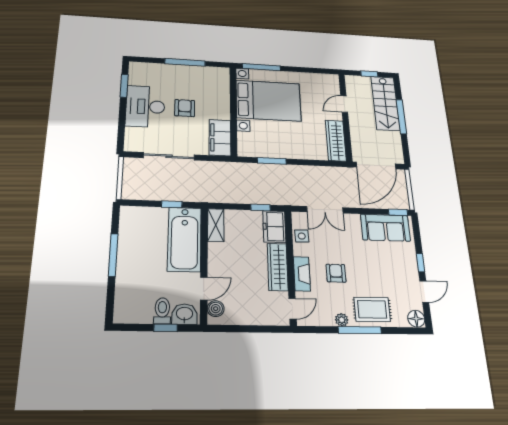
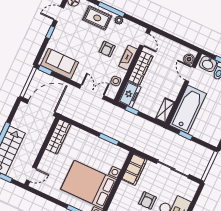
door: (344, 104) -> (31, 174), moved
door: (204, 288) -> (190, 74), hinge flipped
door: (293, 309) -> (145, 39), swing flipped

